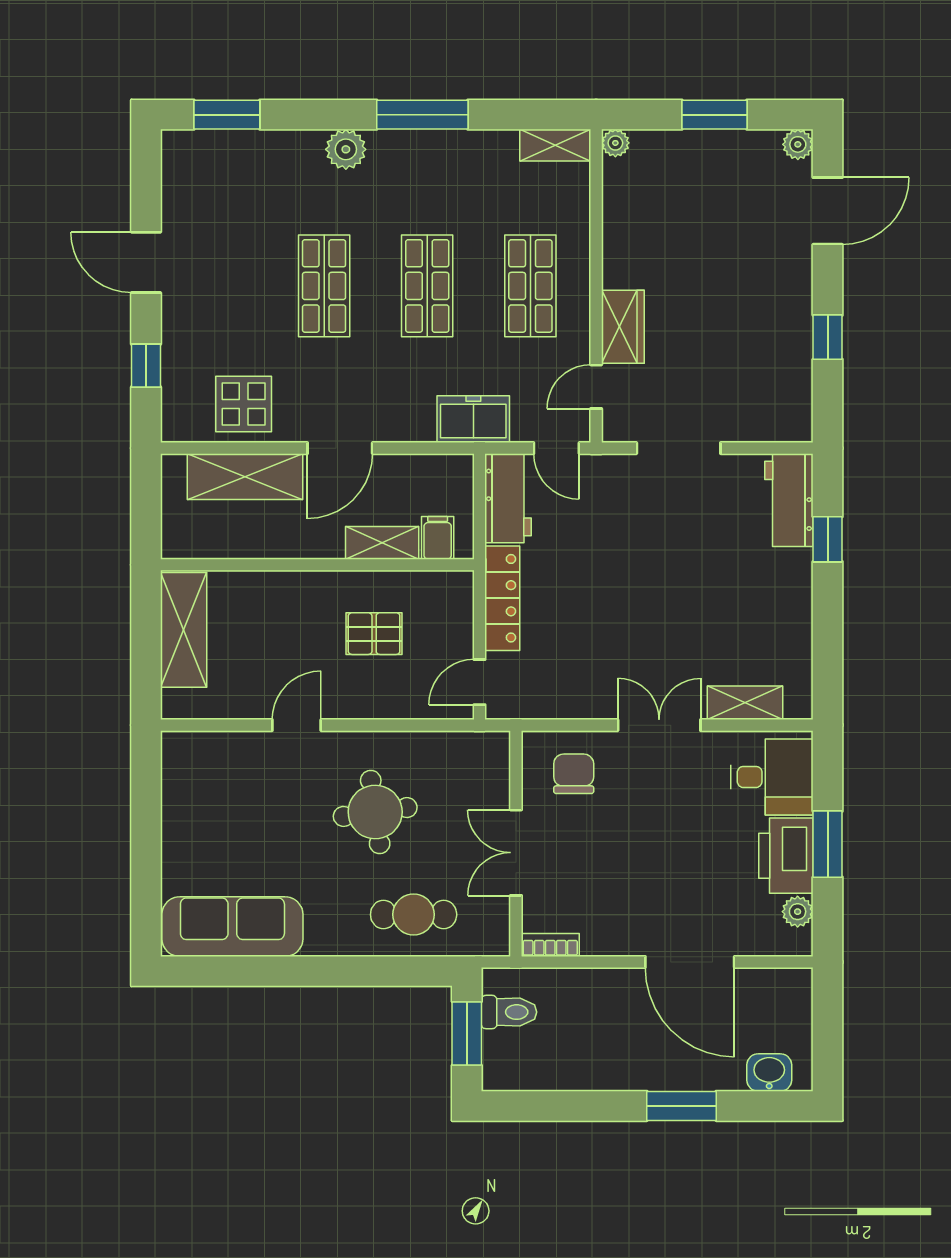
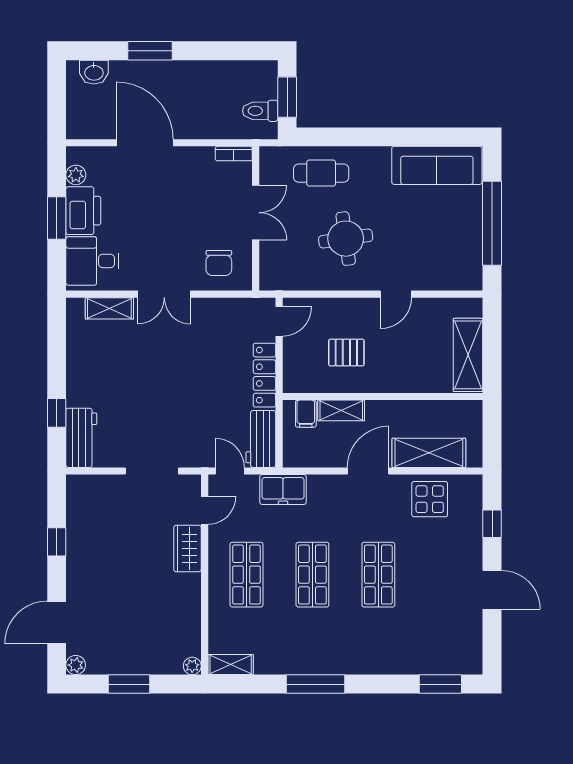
plant: (346, 149) -> (364, 662), removed
window: (146, 836) -> (492, 223), added

